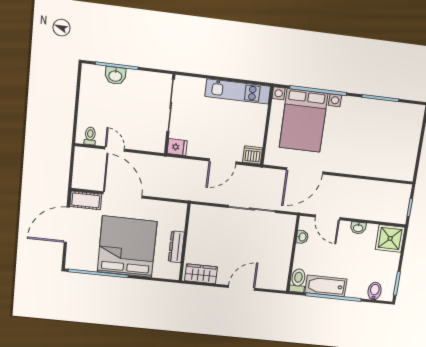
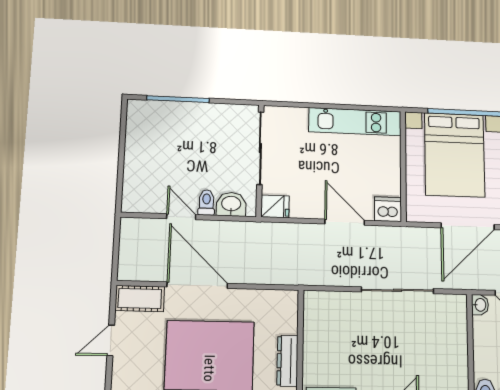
washbasin: (115, 76) -> (231, 204), moved, turned 180
toilet: (90, 136) -> (206, 203), moved
door: (223, 161) -> (345, 222), swing flipped
door: (67, 225) -> (111, 340), width x0.53
washbasin: (302, 237) -> (480, 305), moved

